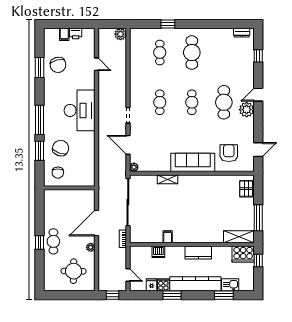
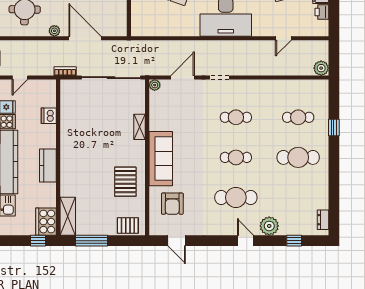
plant: (247, 110) -> (269, 226), moved
armchair: (229, 153) -> (172, 204), turned 90
pallet: (211, 191) -> (125, 182), added
filing cabinet: (168, 237) -> (68, 127), removed

